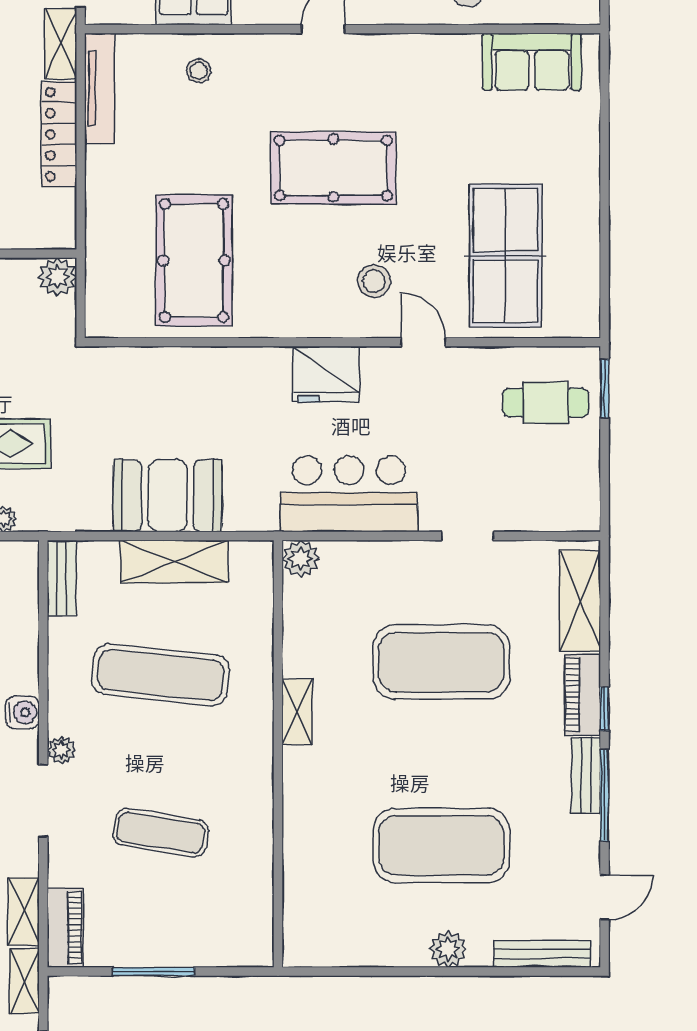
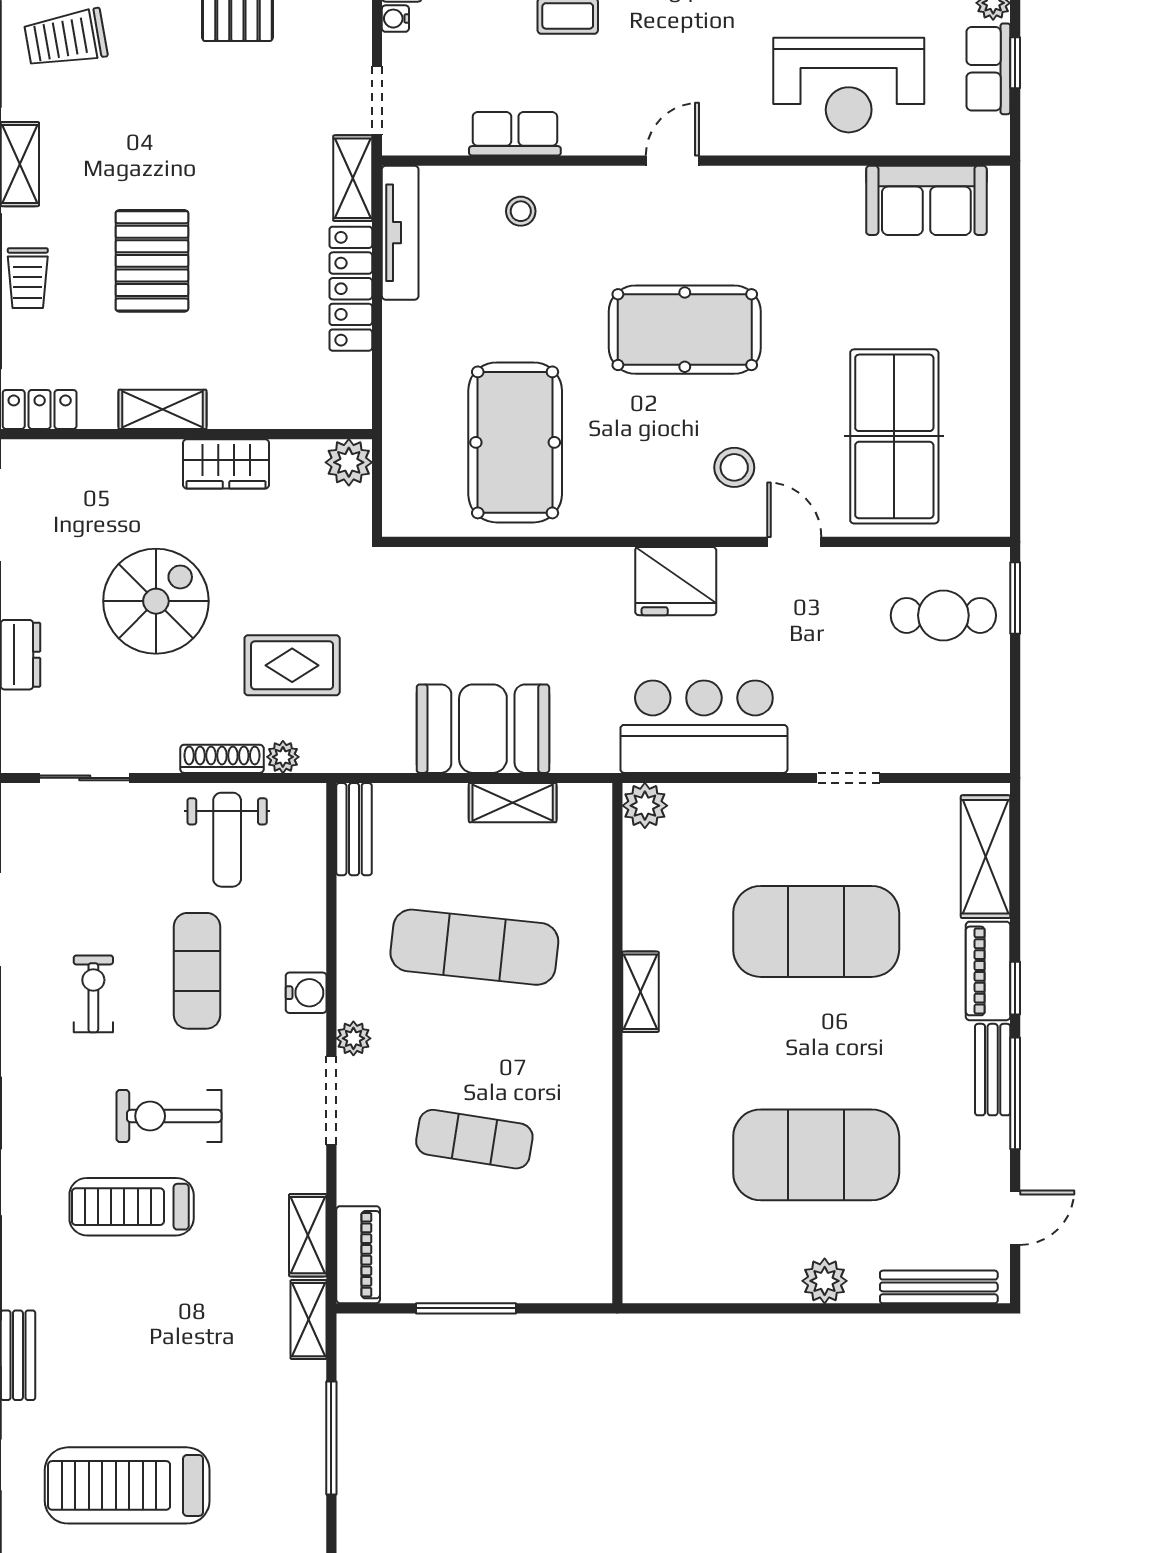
shelving: (174, 562) -> (513, 803), width x0.67, depth x0.75

